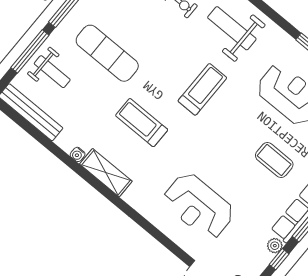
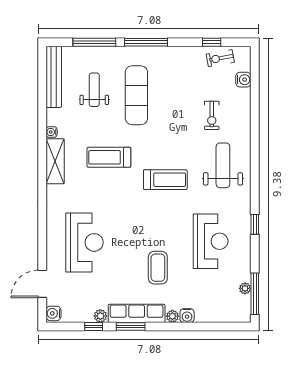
weight bench: (52, 72) -> (94, 90), moved, turned 180
treadmill: (142, 123) -> (109, 157), turned -90
reception desk: (199, 206) -> (84, 242), turned 180

